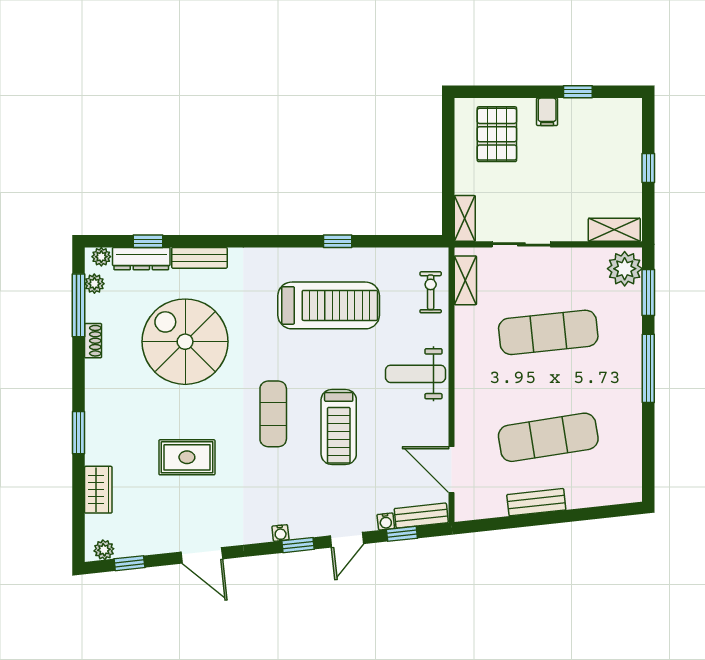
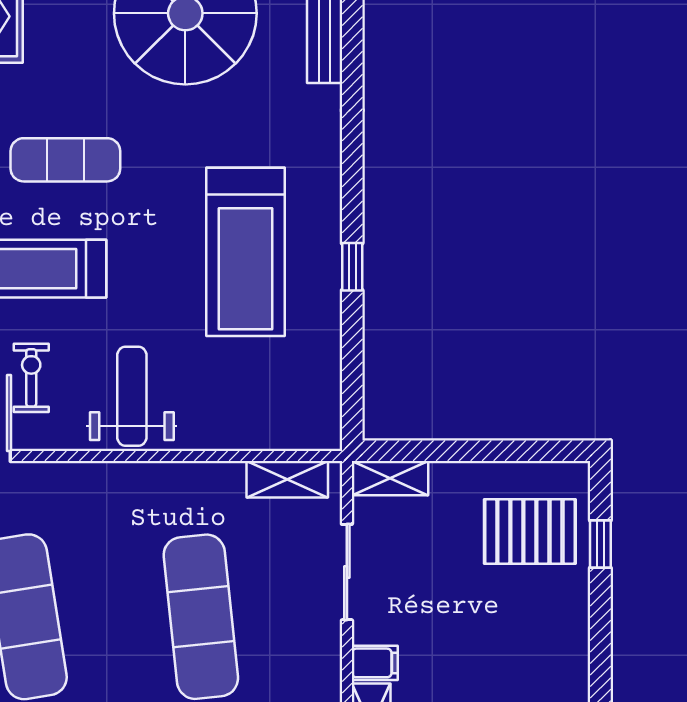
window: (578, 92) -> (600, 544), moved
filing cabinet: (547, 112) -> (375, 663), moved, turned 180
exercise bike: (431, 292) -> (31, 378), moved, turned -90

